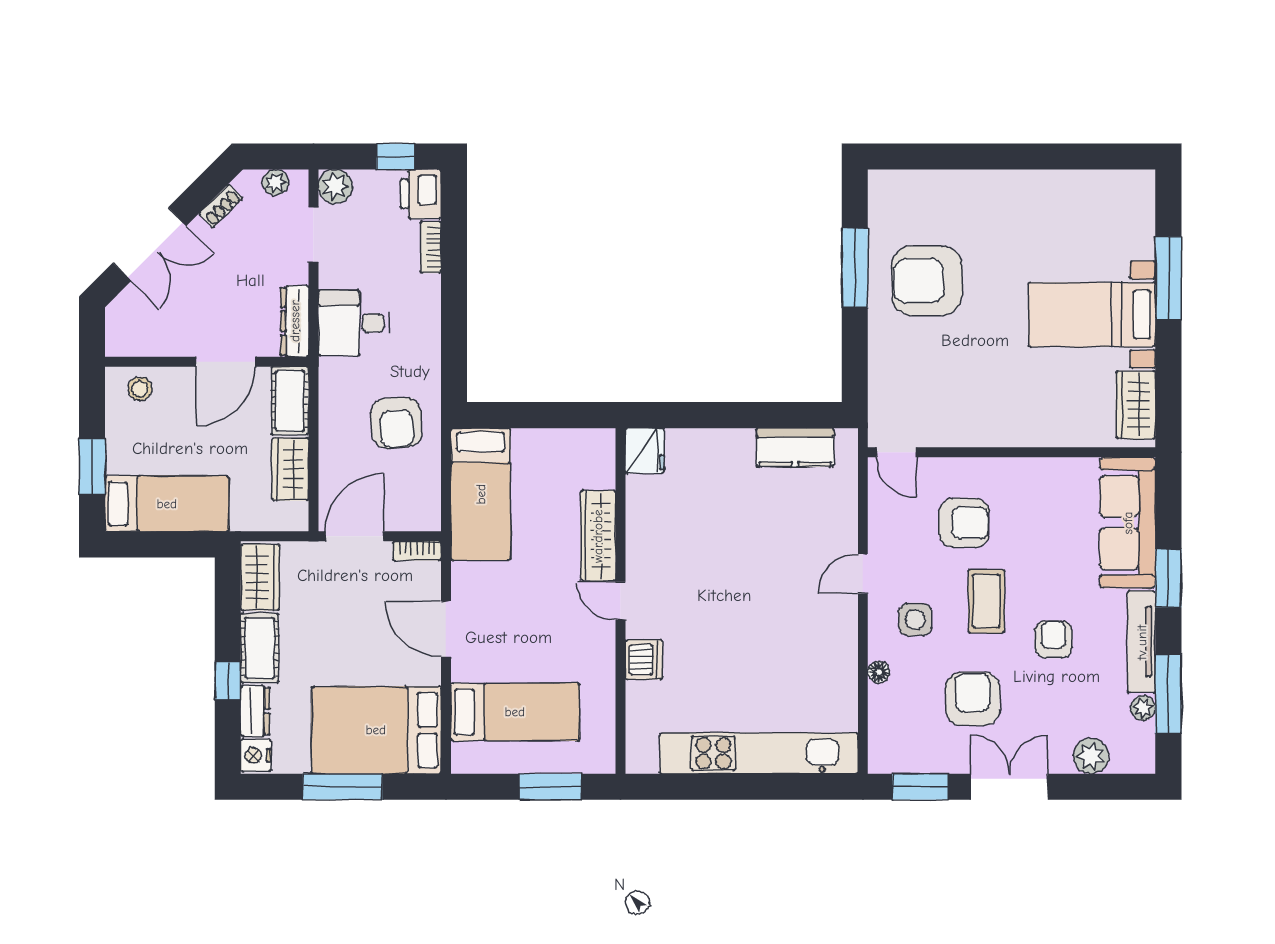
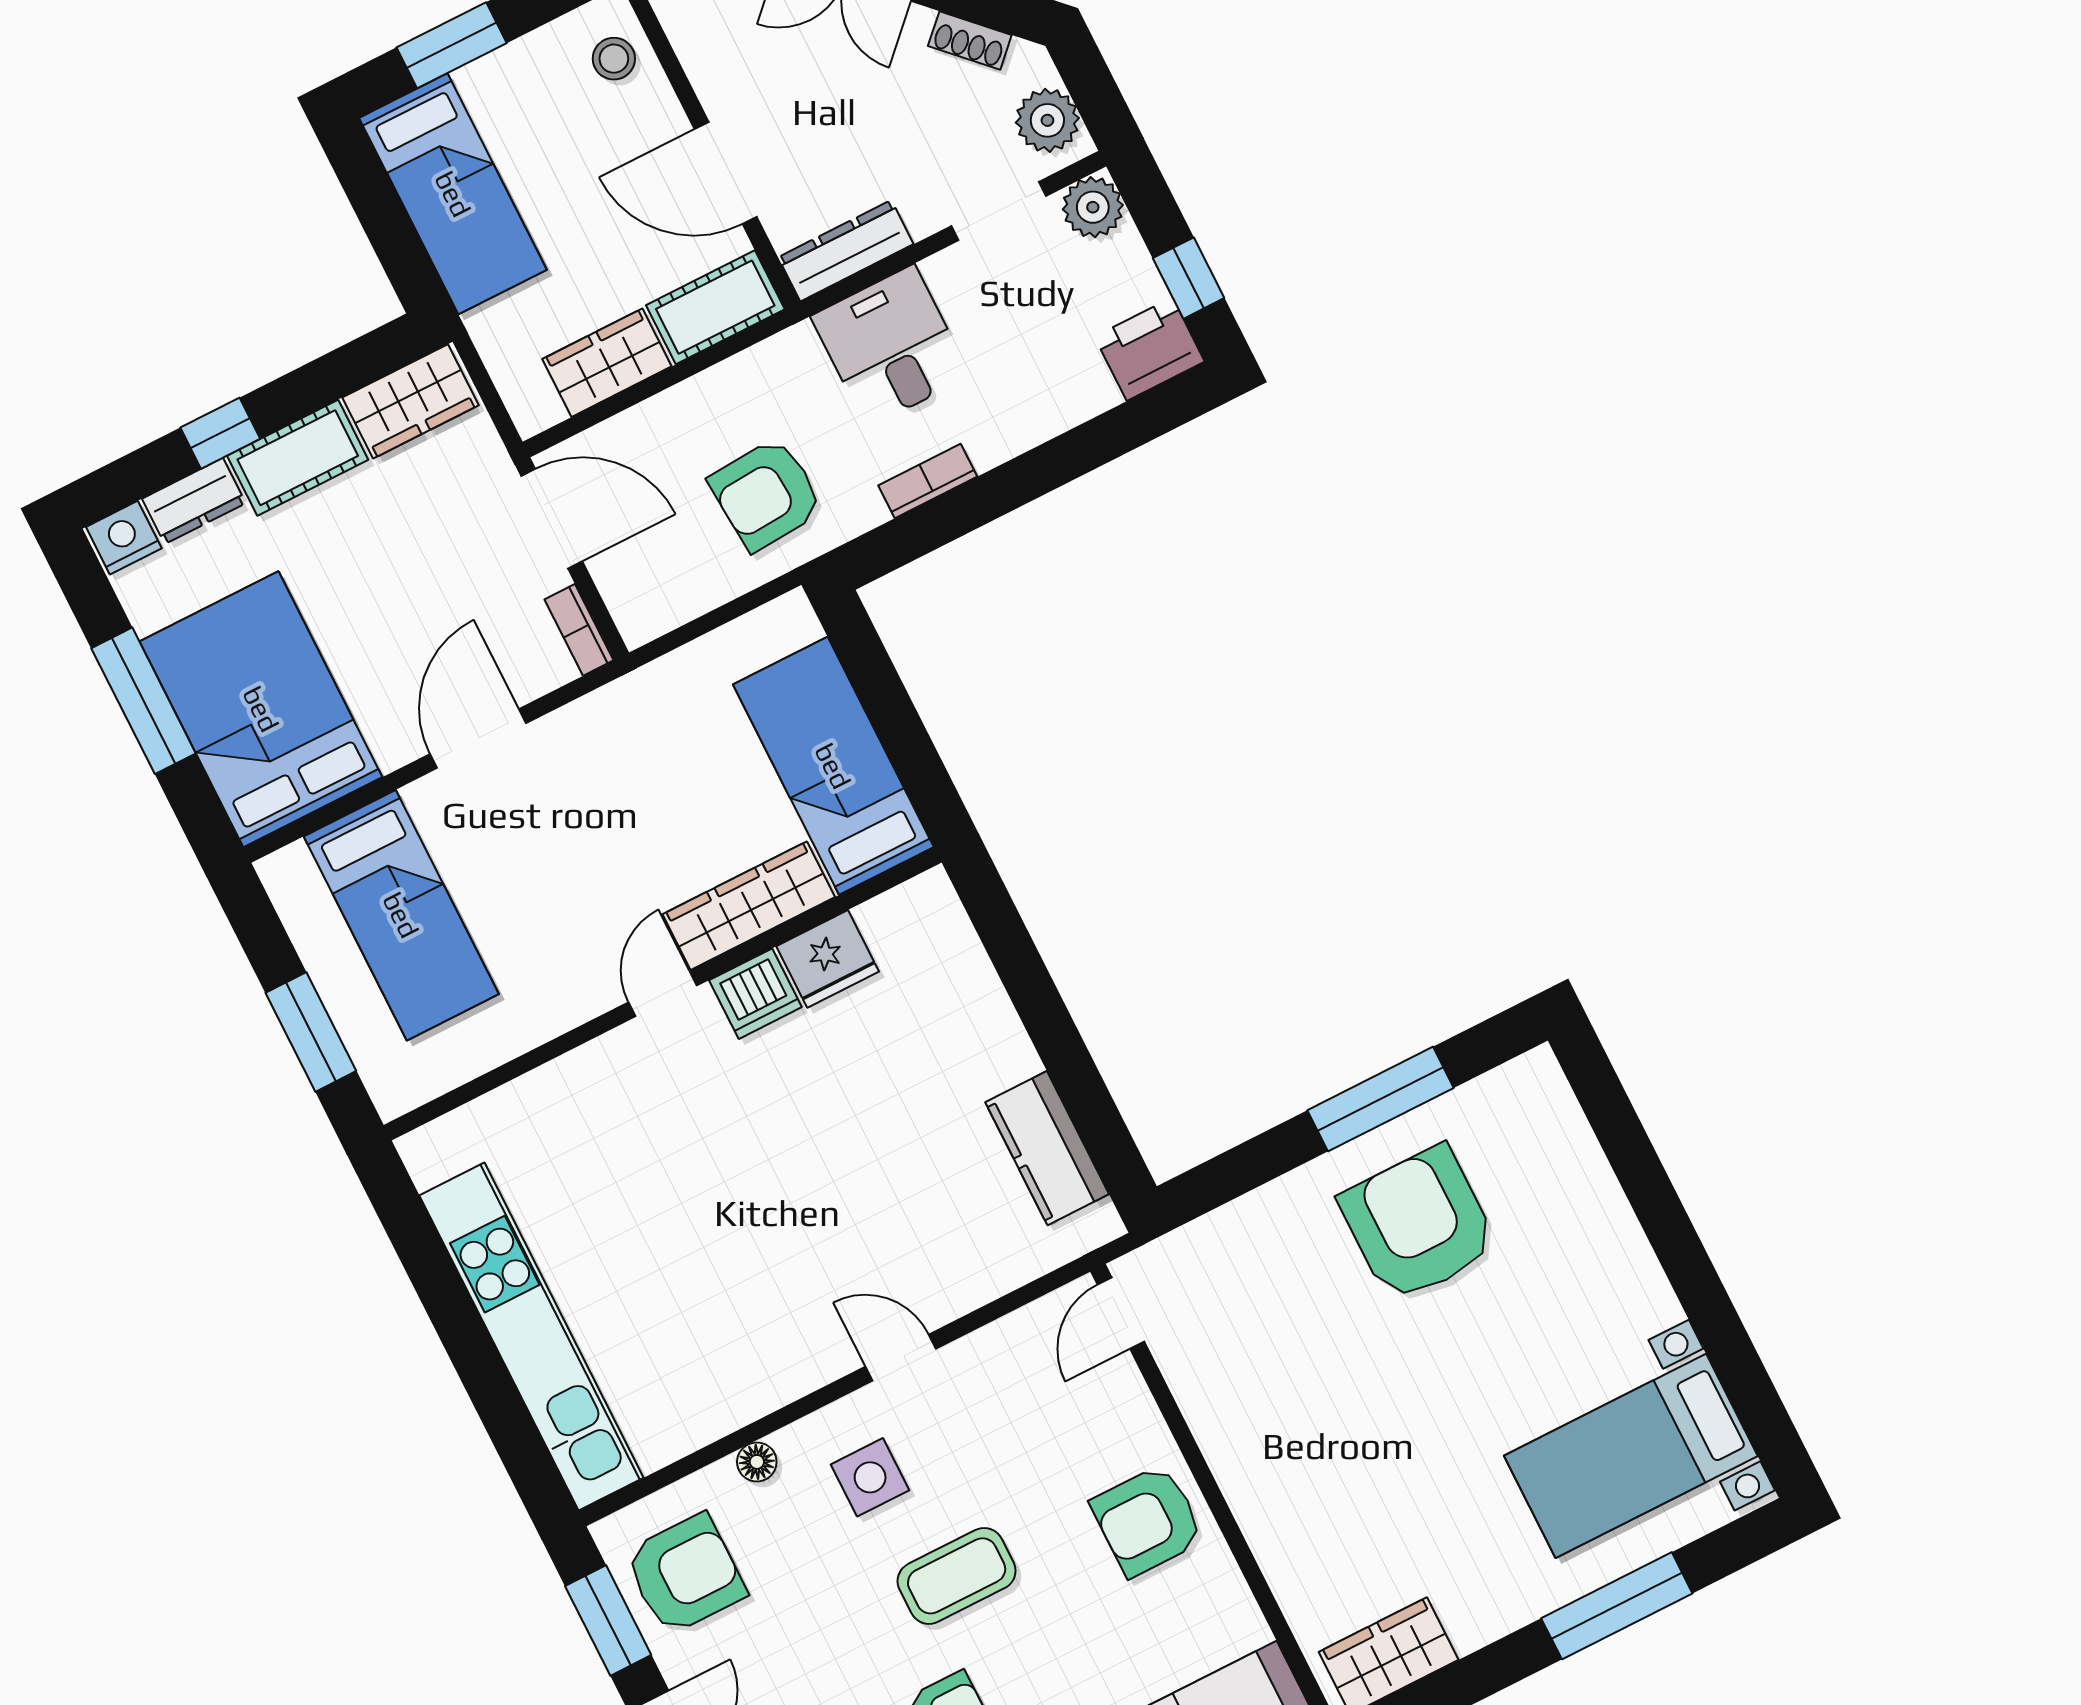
plant: (276, 182) -> (1047, 120), width x1.38, depth x1.38
bookcase: (431, 247) -> (928, 481), moved
bed with nightstands: (1092, 315) -> (1631, 1456), moved, turned -90
fridge: (645, 451) -> (828, 959), moved
bed: (481, 494) -> (833, 766), moved, turned 90
armchair: (964, 523) -> (1148, 1521), moved, turned 90
dishwasher: (644, 660) -> (755, 994), moved
armchair: (973, 699) -> (685, 1574), moved

